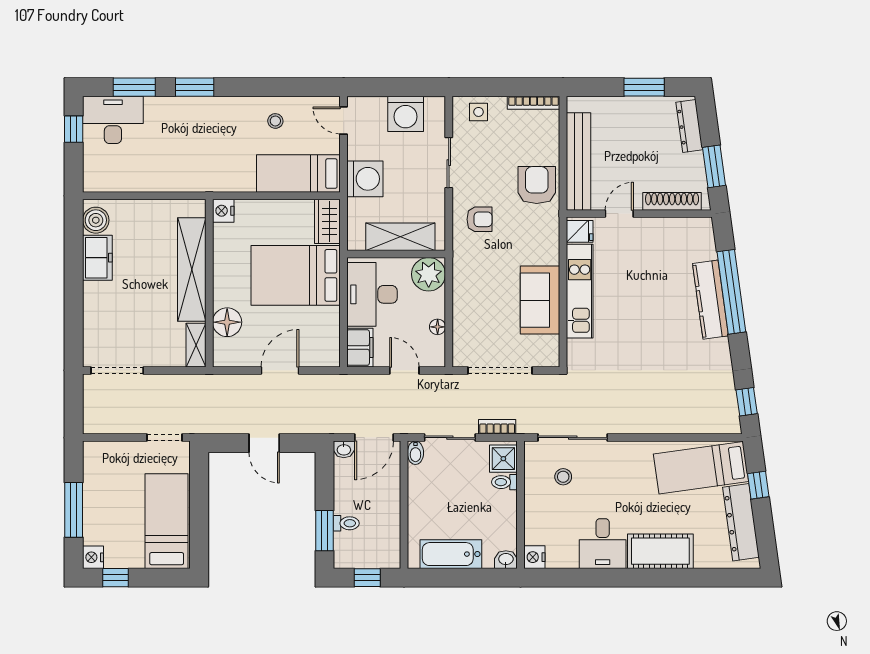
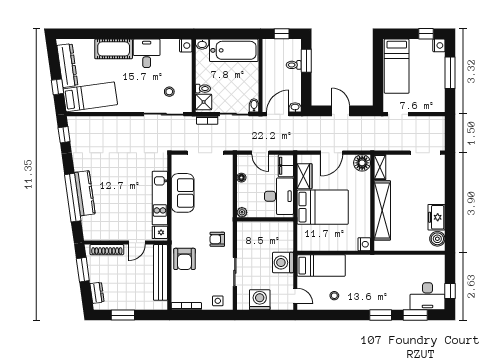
dresser: (689, 126) -> (97, 293), width x0.70
wardrobe: (327, 221) -> (305, 176), moved
shelving: (400, 237) -> (263, 229), removed
plant: (429, 274) -> (242, 212), width x0.53, depth x0.53
floor lamp: (227, 322) -> (362, 163), moved
bathtub: (451, 554) -> (234, 50), width x1.36, depth x1.36

